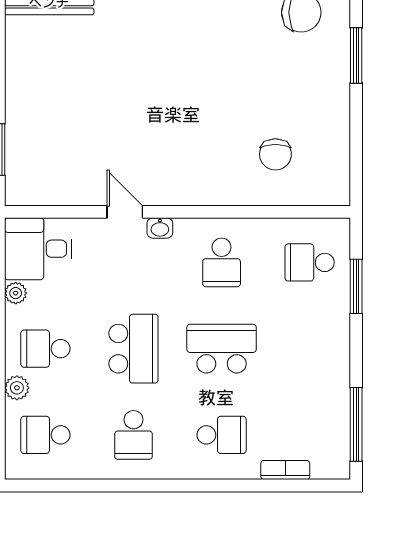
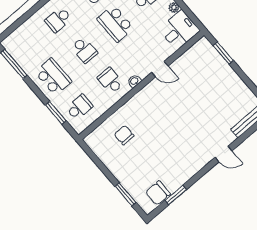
washbasin: (160, 228) -> (134, 81), moved
school desk: (222, 349) -> (84, 50), width x0.54
school desk: (310, 349) -> (53, 77), added
bookcase: (285, 470) -> (25, 27), removed

